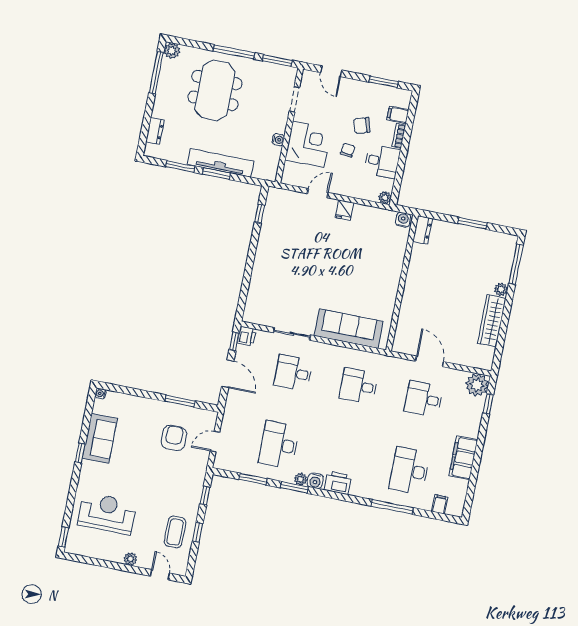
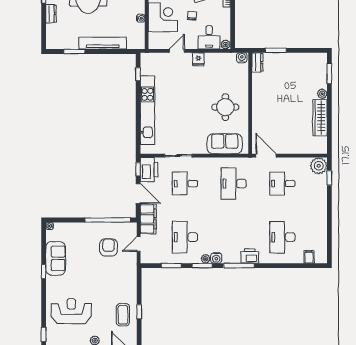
dresser: (155, 131) -> (51, 14), moved
desk: (382, 161) -> (209, 37), moved, turned 90
window: (216, 174) -> (101, 51), removed
window: (472, 223) -> (276, 50), moved
window: (516, 264) -> (329, 74), width x0.69
kitchen unit: (263, 265) -> (147, 110), added
round table: (368, 281) -> (225, 107), added
sofa: (349, 329) -> (225, 144), width x0.73
printer: (247, 336) -> (149, 170), width x1.87, depth x1.48
door: (430, 361) -> (266, 156), moved
desk: (358, 386) -> (234, 184), width x1.37
window: (180, 401) -> (108, 220), width x2.11
filing cabinet: (463, 458) -> (148, 219), moved, turned 180
printer: (338, 483) -> (250, 256), moved
window: (205, 496) -> (139, 284), removed
window: (392, 507) -> (239, 266), moved

